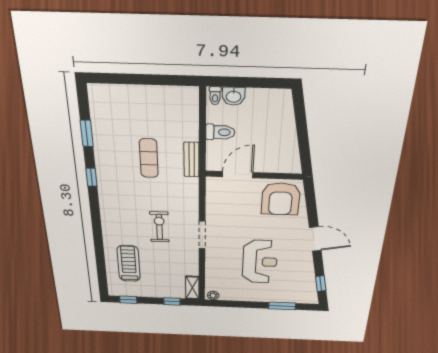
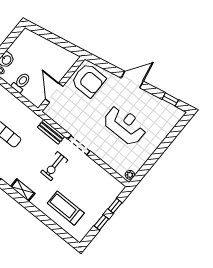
bench: (192, 160) -> (51, 132), moved
exercise bike: (159, 227) -> (54, 166), turned -90
shelving: (192, 288) -> (23, 190), moved
window: (128, 300) -> (101, 222), moved
window: (282, 306) -> (171, 137), removed

